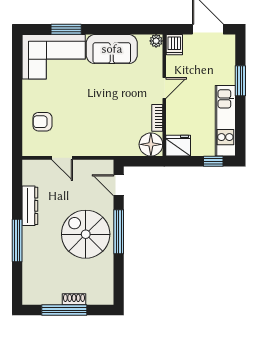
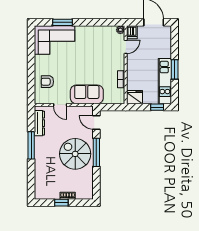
sofa: (112, 49) -> (87, 94), moved, turned 180
window: (240, 81) -> (175, 69), moved
door: (164, 88) -> (126, 47), moved
floor lamp: (151, 144) -> (117, 96), removed
dresser: (30, 206) -> (39, 123), moved
window: (17, 241) -> (31, 145), moved
window: (64, 310) -> (61, 203), width x0.46

